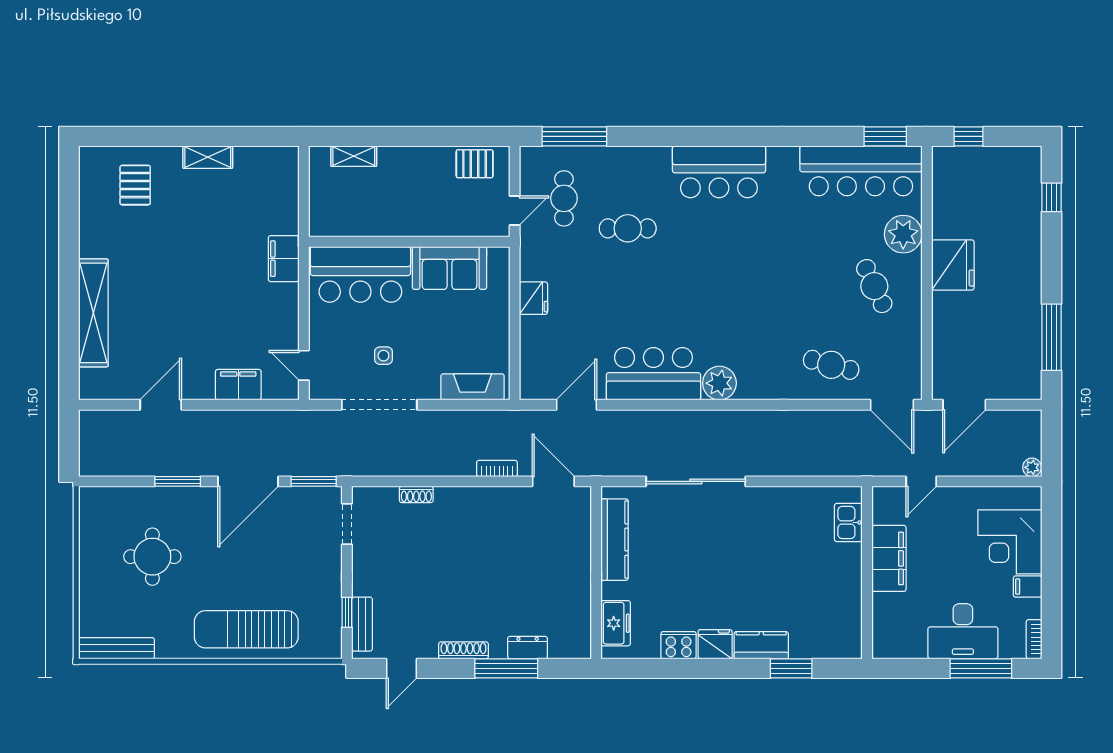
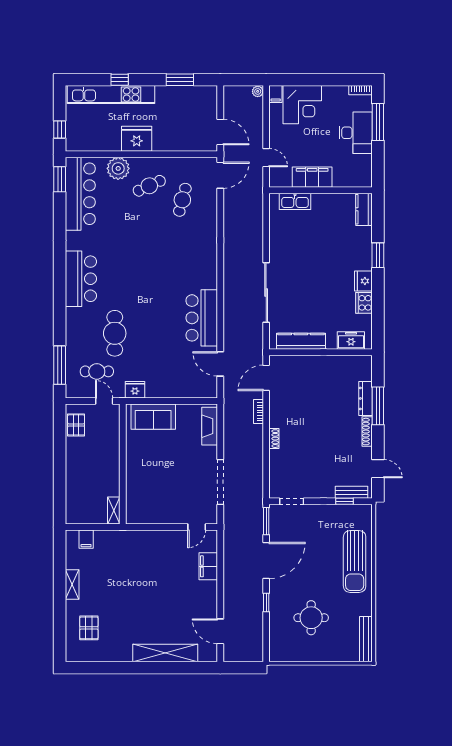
shelving: (354, 156) -> (114, 511), moved
pallet: (135, 185) -> (89, 628), turned 90
window: (1051, 197) -> (120, 80), moved
kitchen unit: (1027, 222) -> (111, 95), added
cafe table: (628, 228) -> (115, 333), width x1.37, depth x1.35
filing cabinet: (284, 259) -> (86, 539), moved, width x0.50
sofa: (449, 268) -> (153, 417), moved, turned 90
bar counter: (360, 274) -> (142, 493), removed
fridge: (533, 298) -> (135, 390), moved
window: (1051, 337) -> (180, 80), width x0.69
side table: (383, 356) -> (191, 479), removed
cafe table: (831, 365) -> (182, 200), moved
plant: (719, 383) -> (207, 278), removed
door: (161, 405) -> (220, 631), moved
window: (178, 481) -> (266, 603), width x0.67
door: (248, 481) -> (266, 560), hinge flipped
shoe rack: (416, 494) -> (274, 439), moved
kitchen sink: (848, 522) -> (295, 201), width x1.38
filing cabinet: (1028, 587) -> (276, 94), moved
kitchen counter: (761, 645) -> (364, 209), moved
dresser: (528, 648) -> (366, 398), width x1.44
window: (791, 668) -> (378, 255), moved

